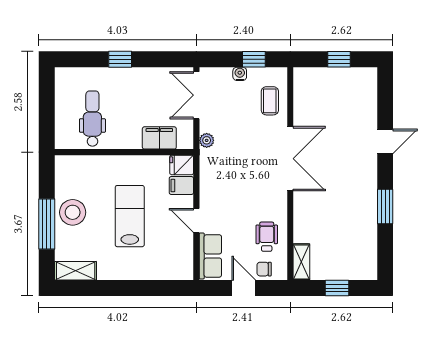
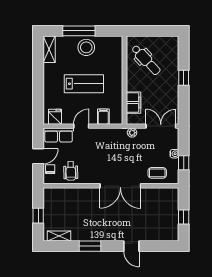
dental chair: (92, 119) -> (146, 60), turned 47
fridge: (182, 165) -> (55, 117), moved
wheelchair: (267, 237) -> (71, 171), turned 89
shelving: (301, 262) -> (59, 236), moved

